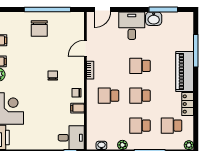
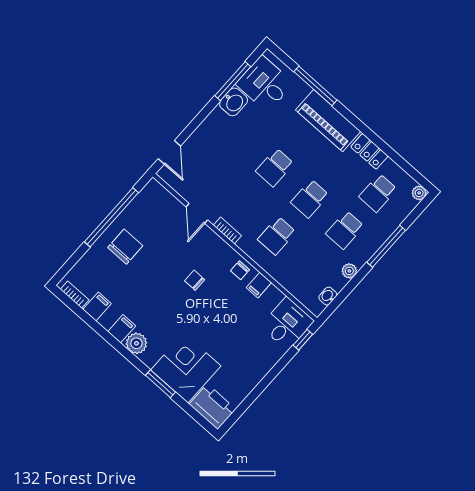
desk: (132, 26) -> (265, 84), moved
chair: (39, 29) -> (125, 247), turned -90

